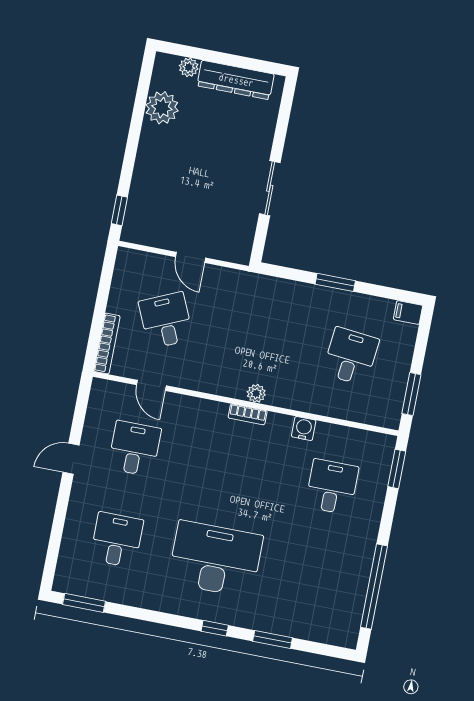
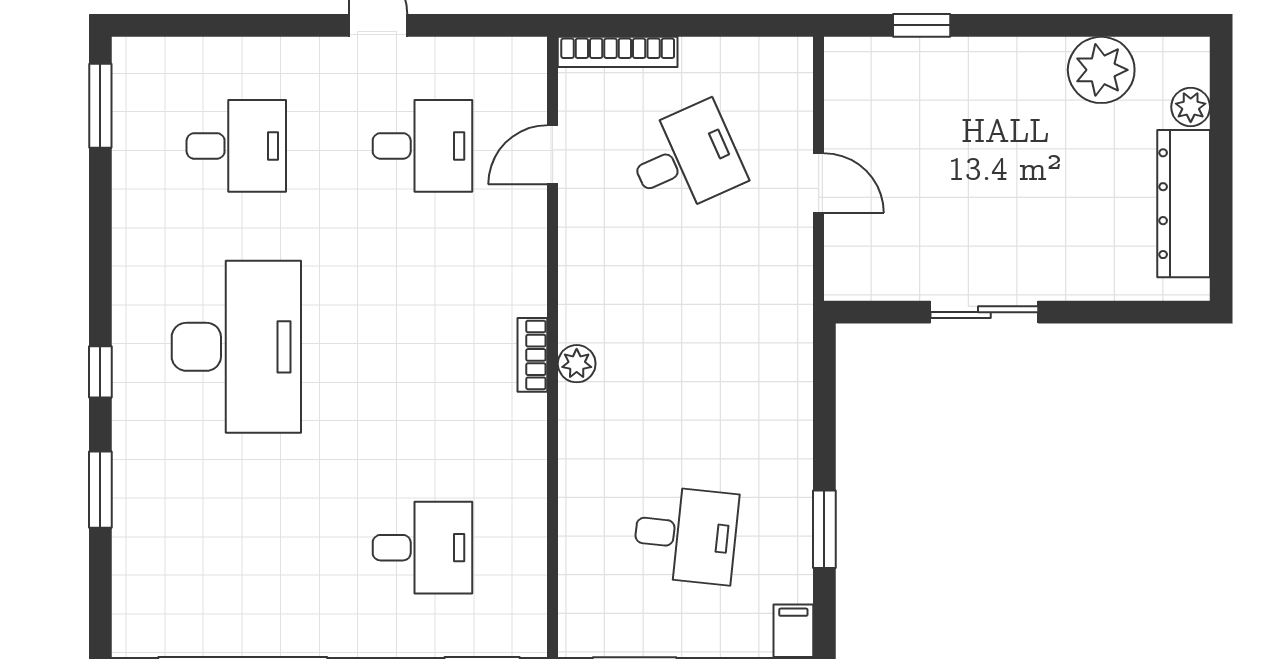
window: (119, 210) -> (922, 25), moved
door: (191, 257) -> (819, 183), swing flipped
window: (335, 282) -> (824, 529), moved
water cooler: (304, 428) -> (526, 470), removed

